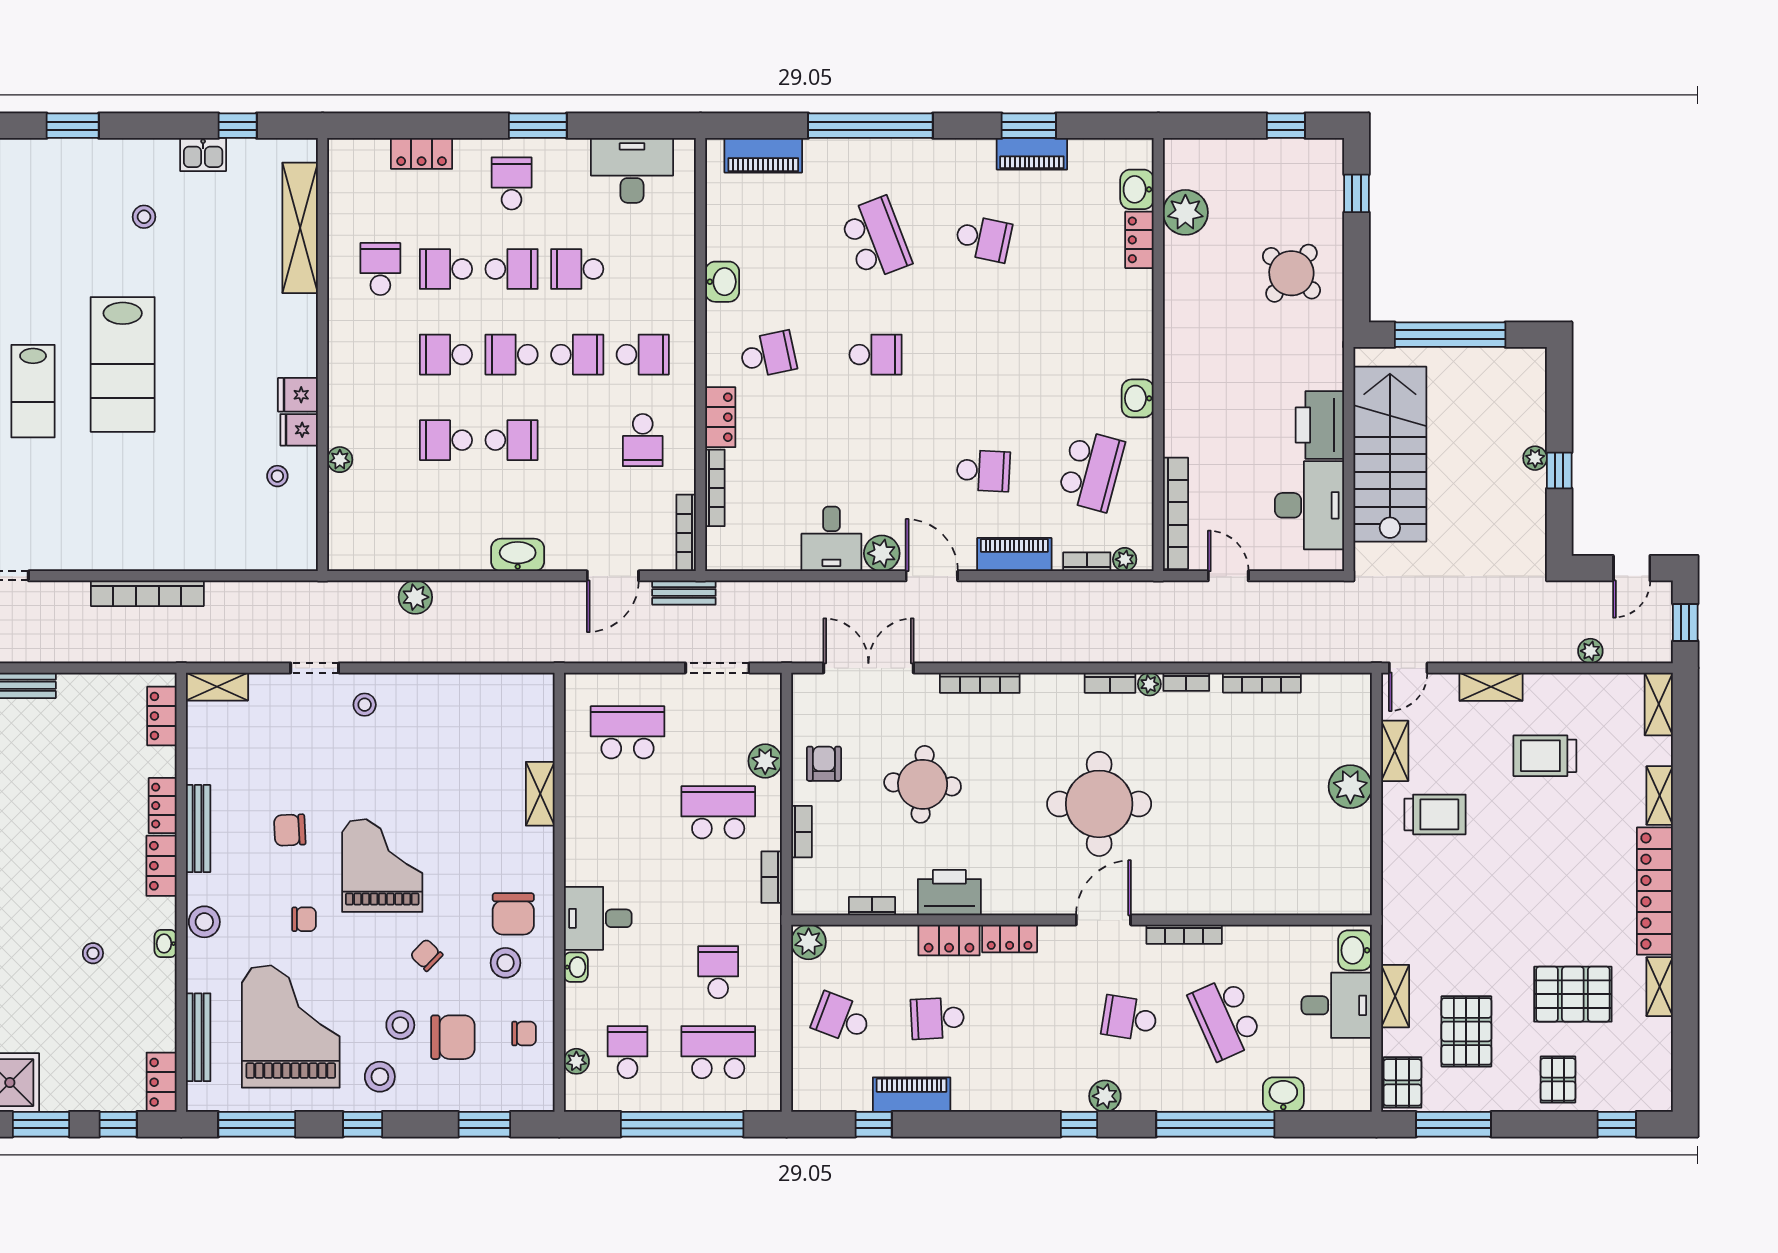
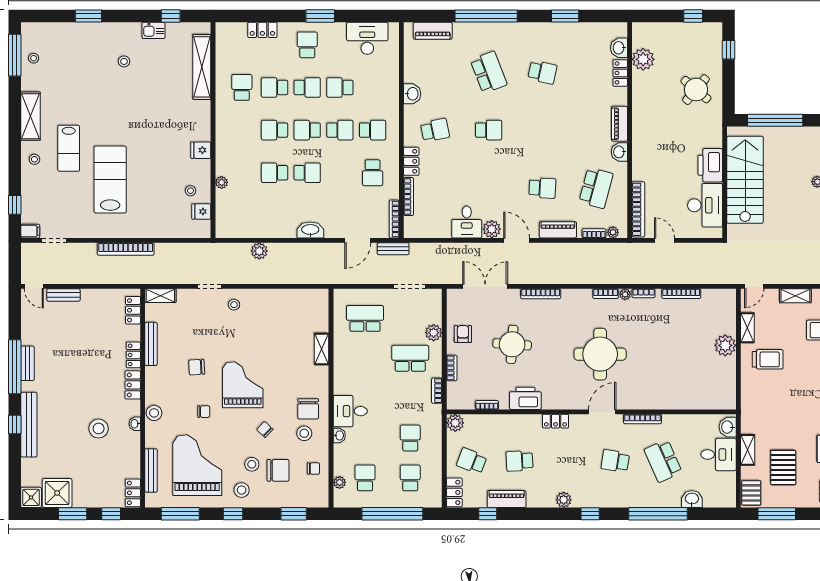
piano: (1032, 154) -> (619, 124), moved, turned 90
lab bench: (123, 364) -> (110, 180), moved, turned 180
fridge: (299, 430) -> (201, 211), moved
bench: (198, 829) -> (151, 344), moved
locker: (949, 940) -> (454, 492), moved, turned -90
stool: (93, 953) -> (99, 429), width x1.89, depth x1.89
school desk: (718, 1052) -> (410, 478), width x0.54
plant: (1105, 1096) -> (564, 500), moved

